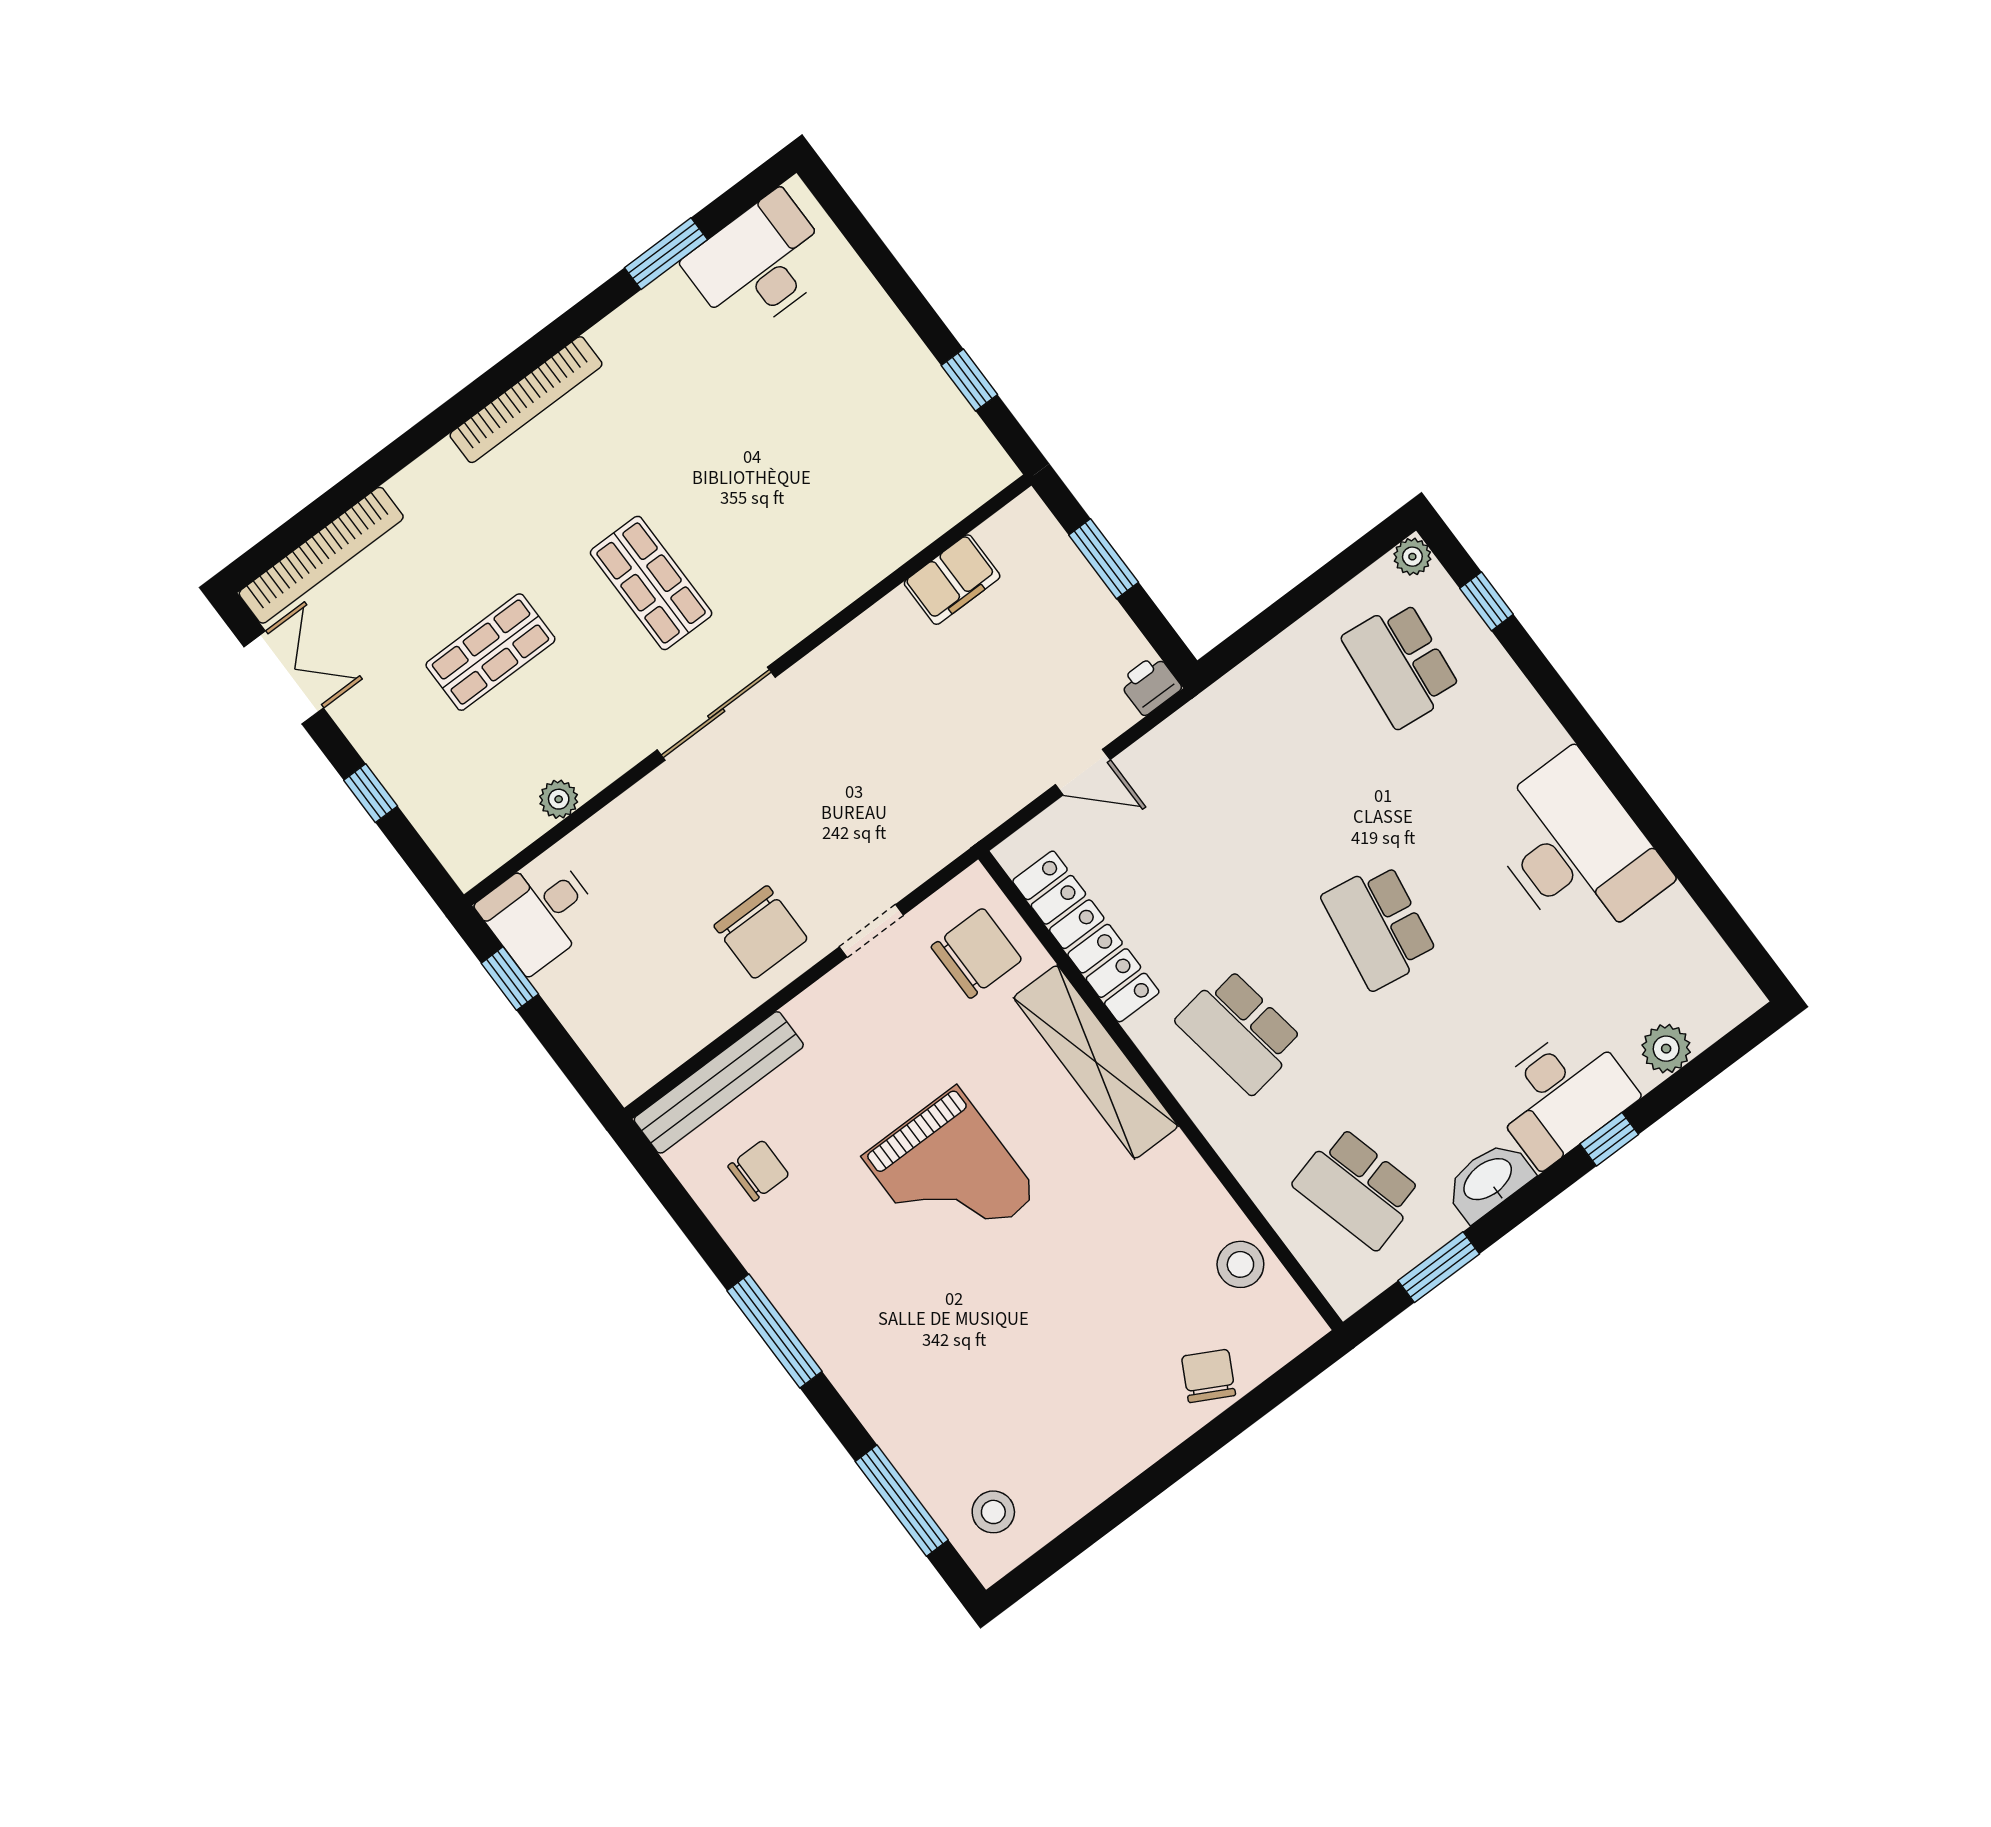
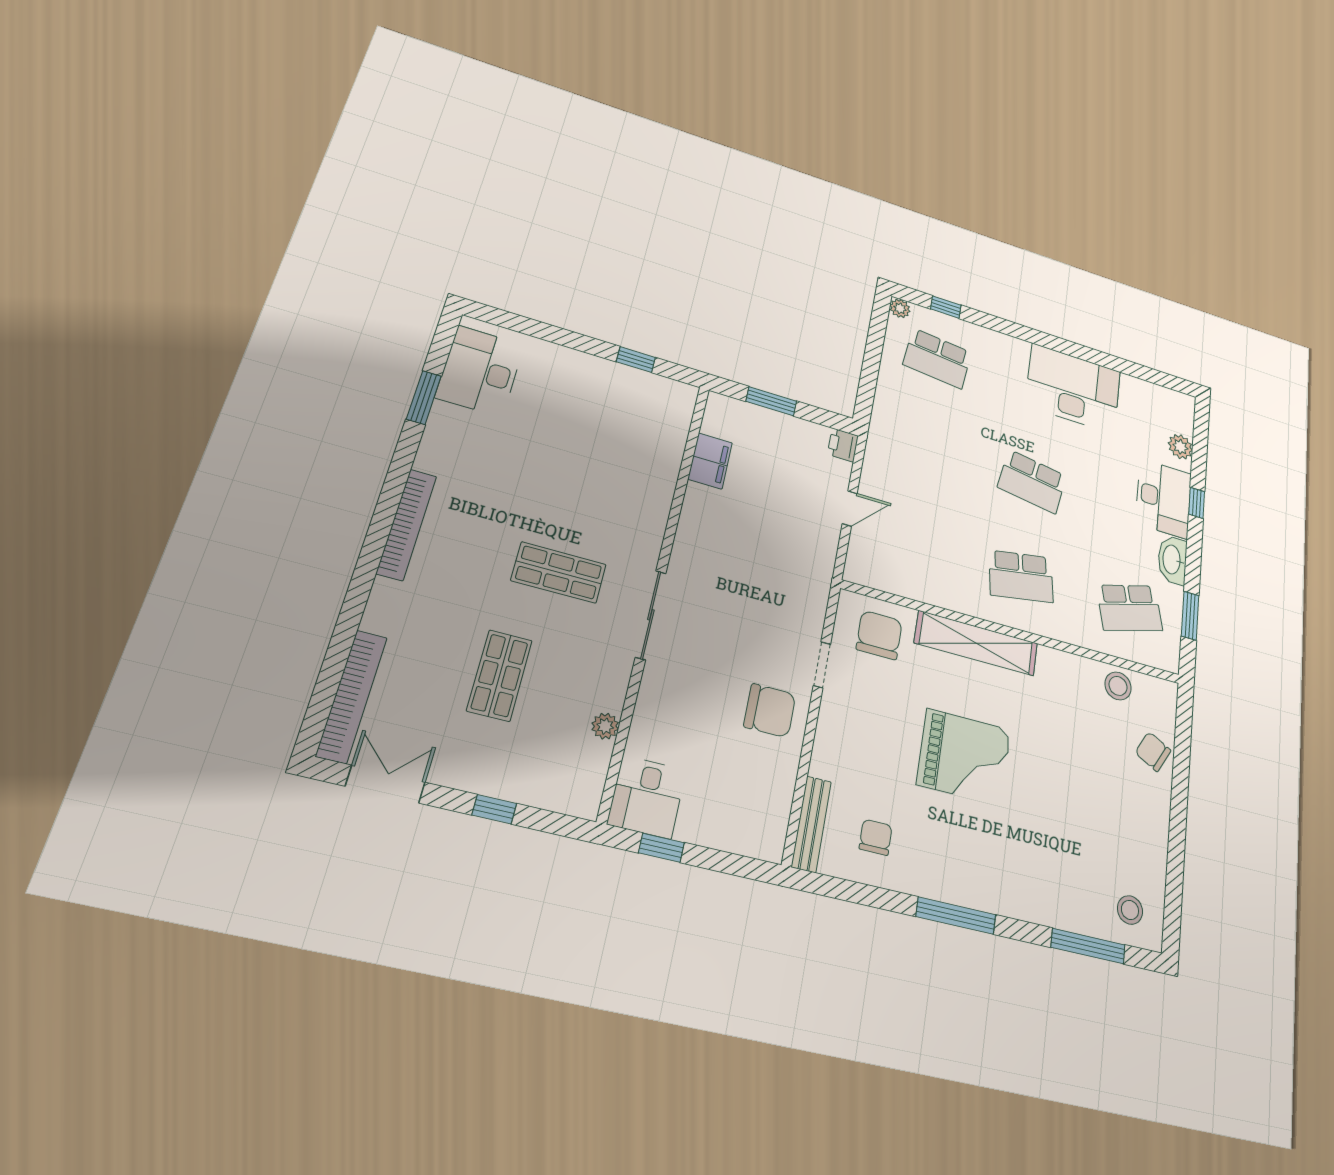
locker: (1086, 936) -> (919, 586), removed
bench: (719, 1082) -> (811, 824), width x0.73, depth x0.82

